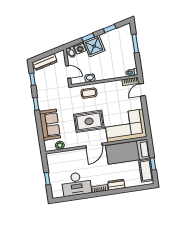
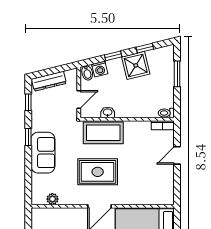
shower: (94, 46) -> (136, 65), moved
door: (68, 72) -> (79, 99), hinge flipped
door: (142, 90) -> (177, 155), moved
coffee table: (89, 93) -> (103, 133), width x1.86, depth x1.72
sofa: (50, 125) -> (43, 153), moved
corner sofa: (125, 126) -> (147, 185), removed

